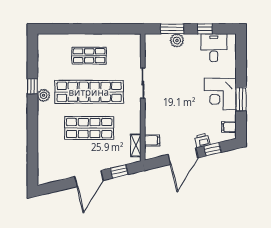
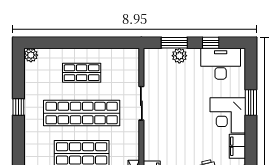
desk: (214, 48) -> (221, 64), width x1.37
plant: (44, 95) -> (31, 55), moved
window: (241, 99) -> (251, 102), moved
filing cabinet: (229, 127) -> (237, 146), width x2.00

